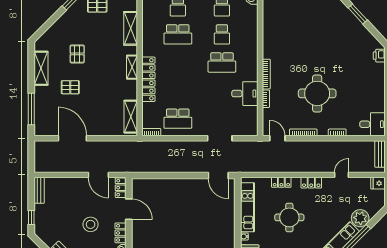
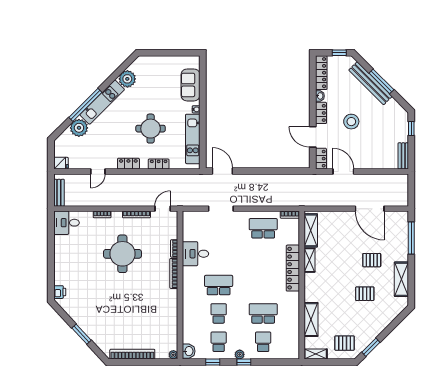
pallet: (77, 54) -> (365, 294), turned 90
shelving: (132, 67) -> (310, 260), moved
door: (277, 138) -> (163, 209), swing flipped

